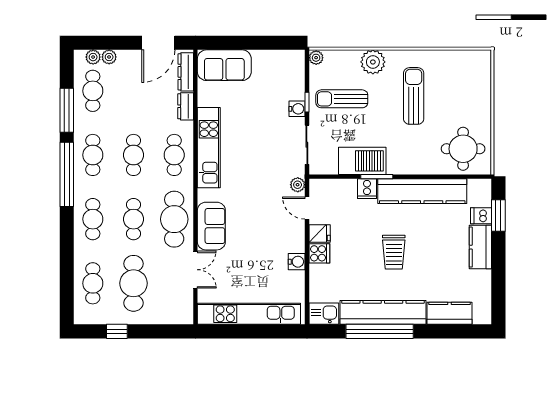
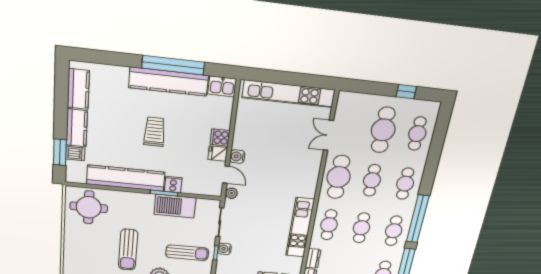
sofa: (211, 226) -> (309, 169), removed
water cooler: (297, 262) -> (237, 157), moved
kitchen counter: (450, 313) -> (78, 89), moved, turned -90

